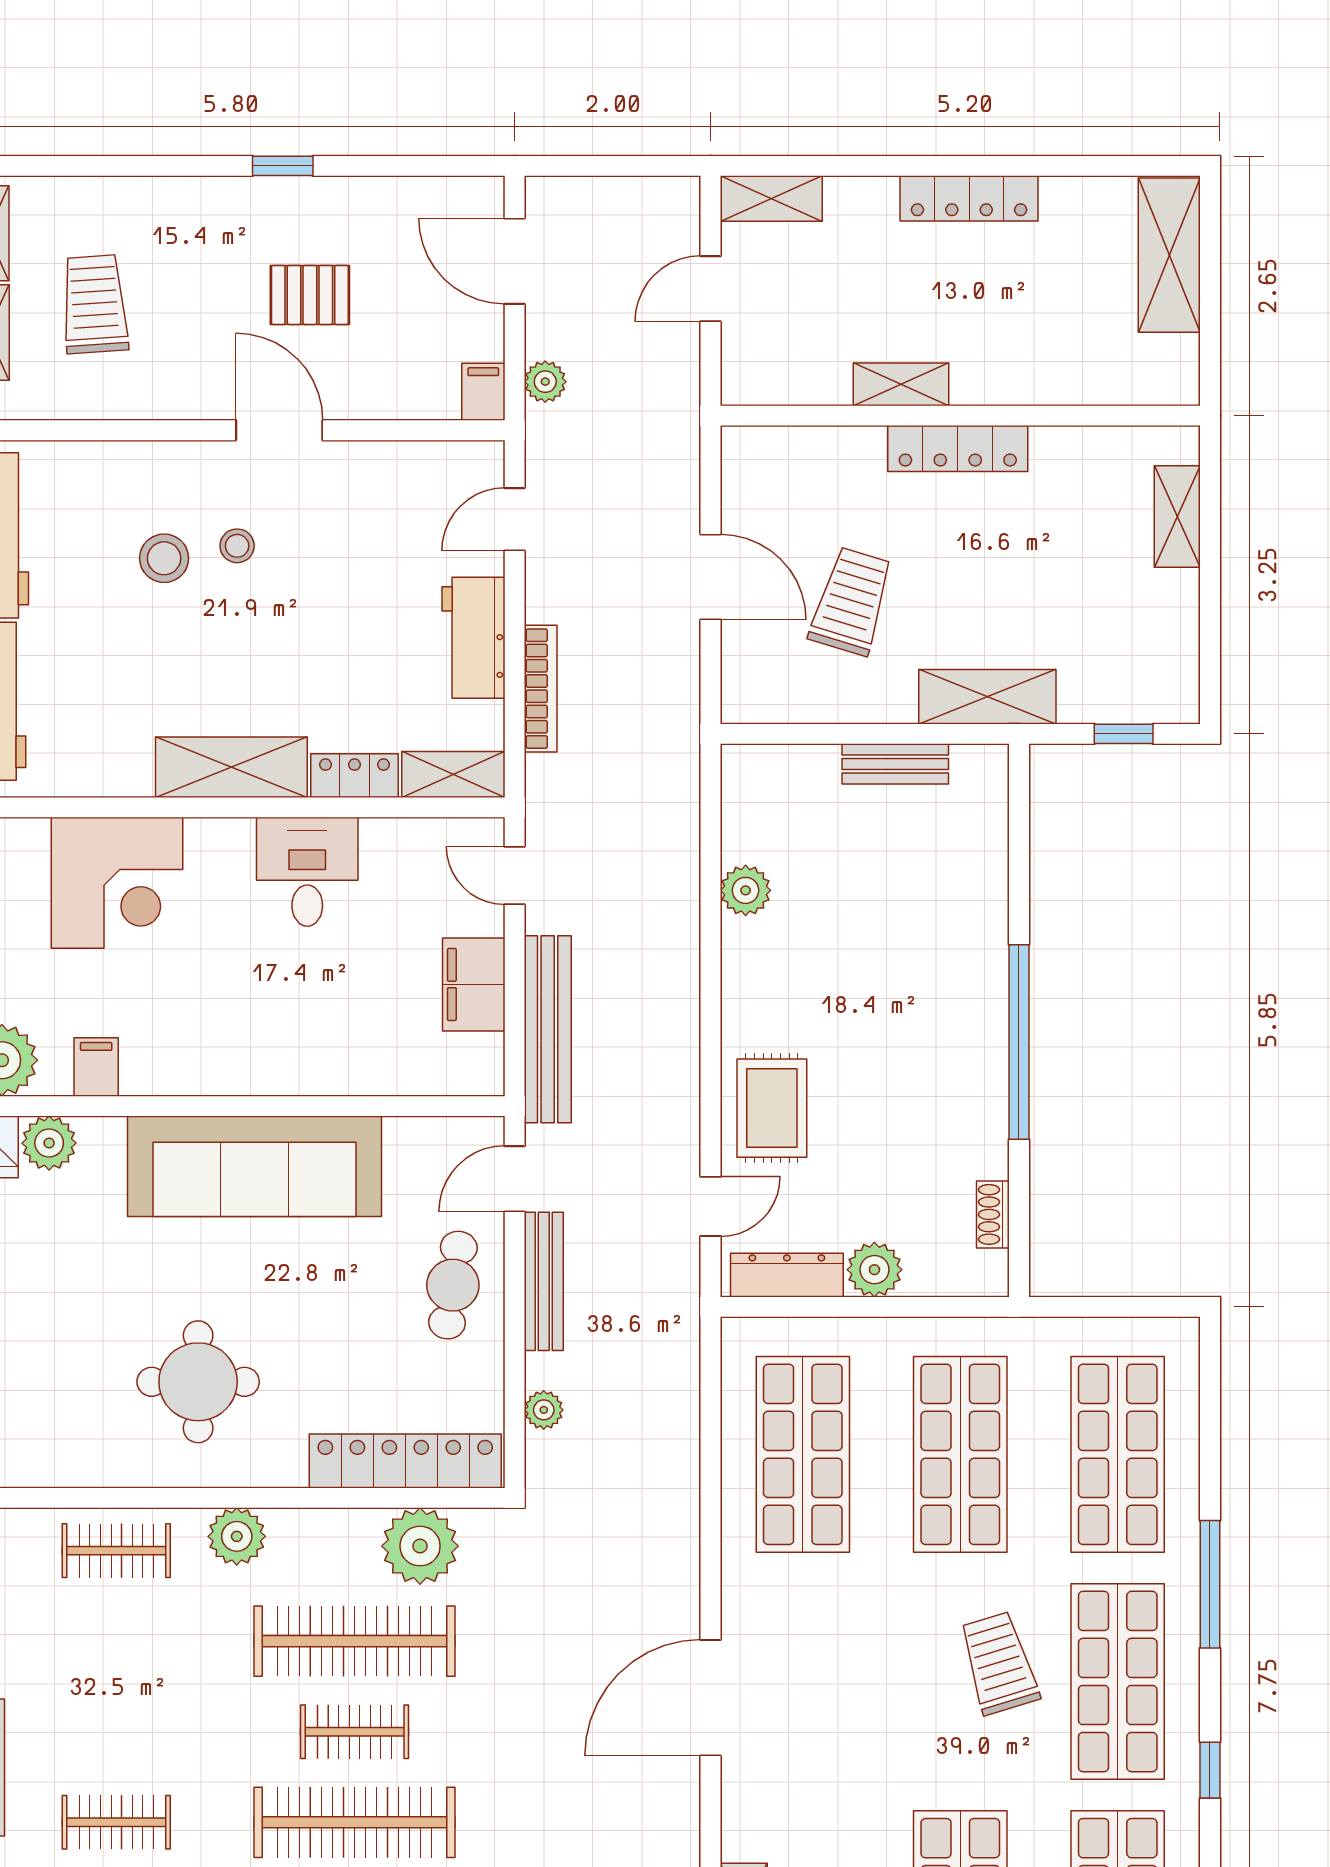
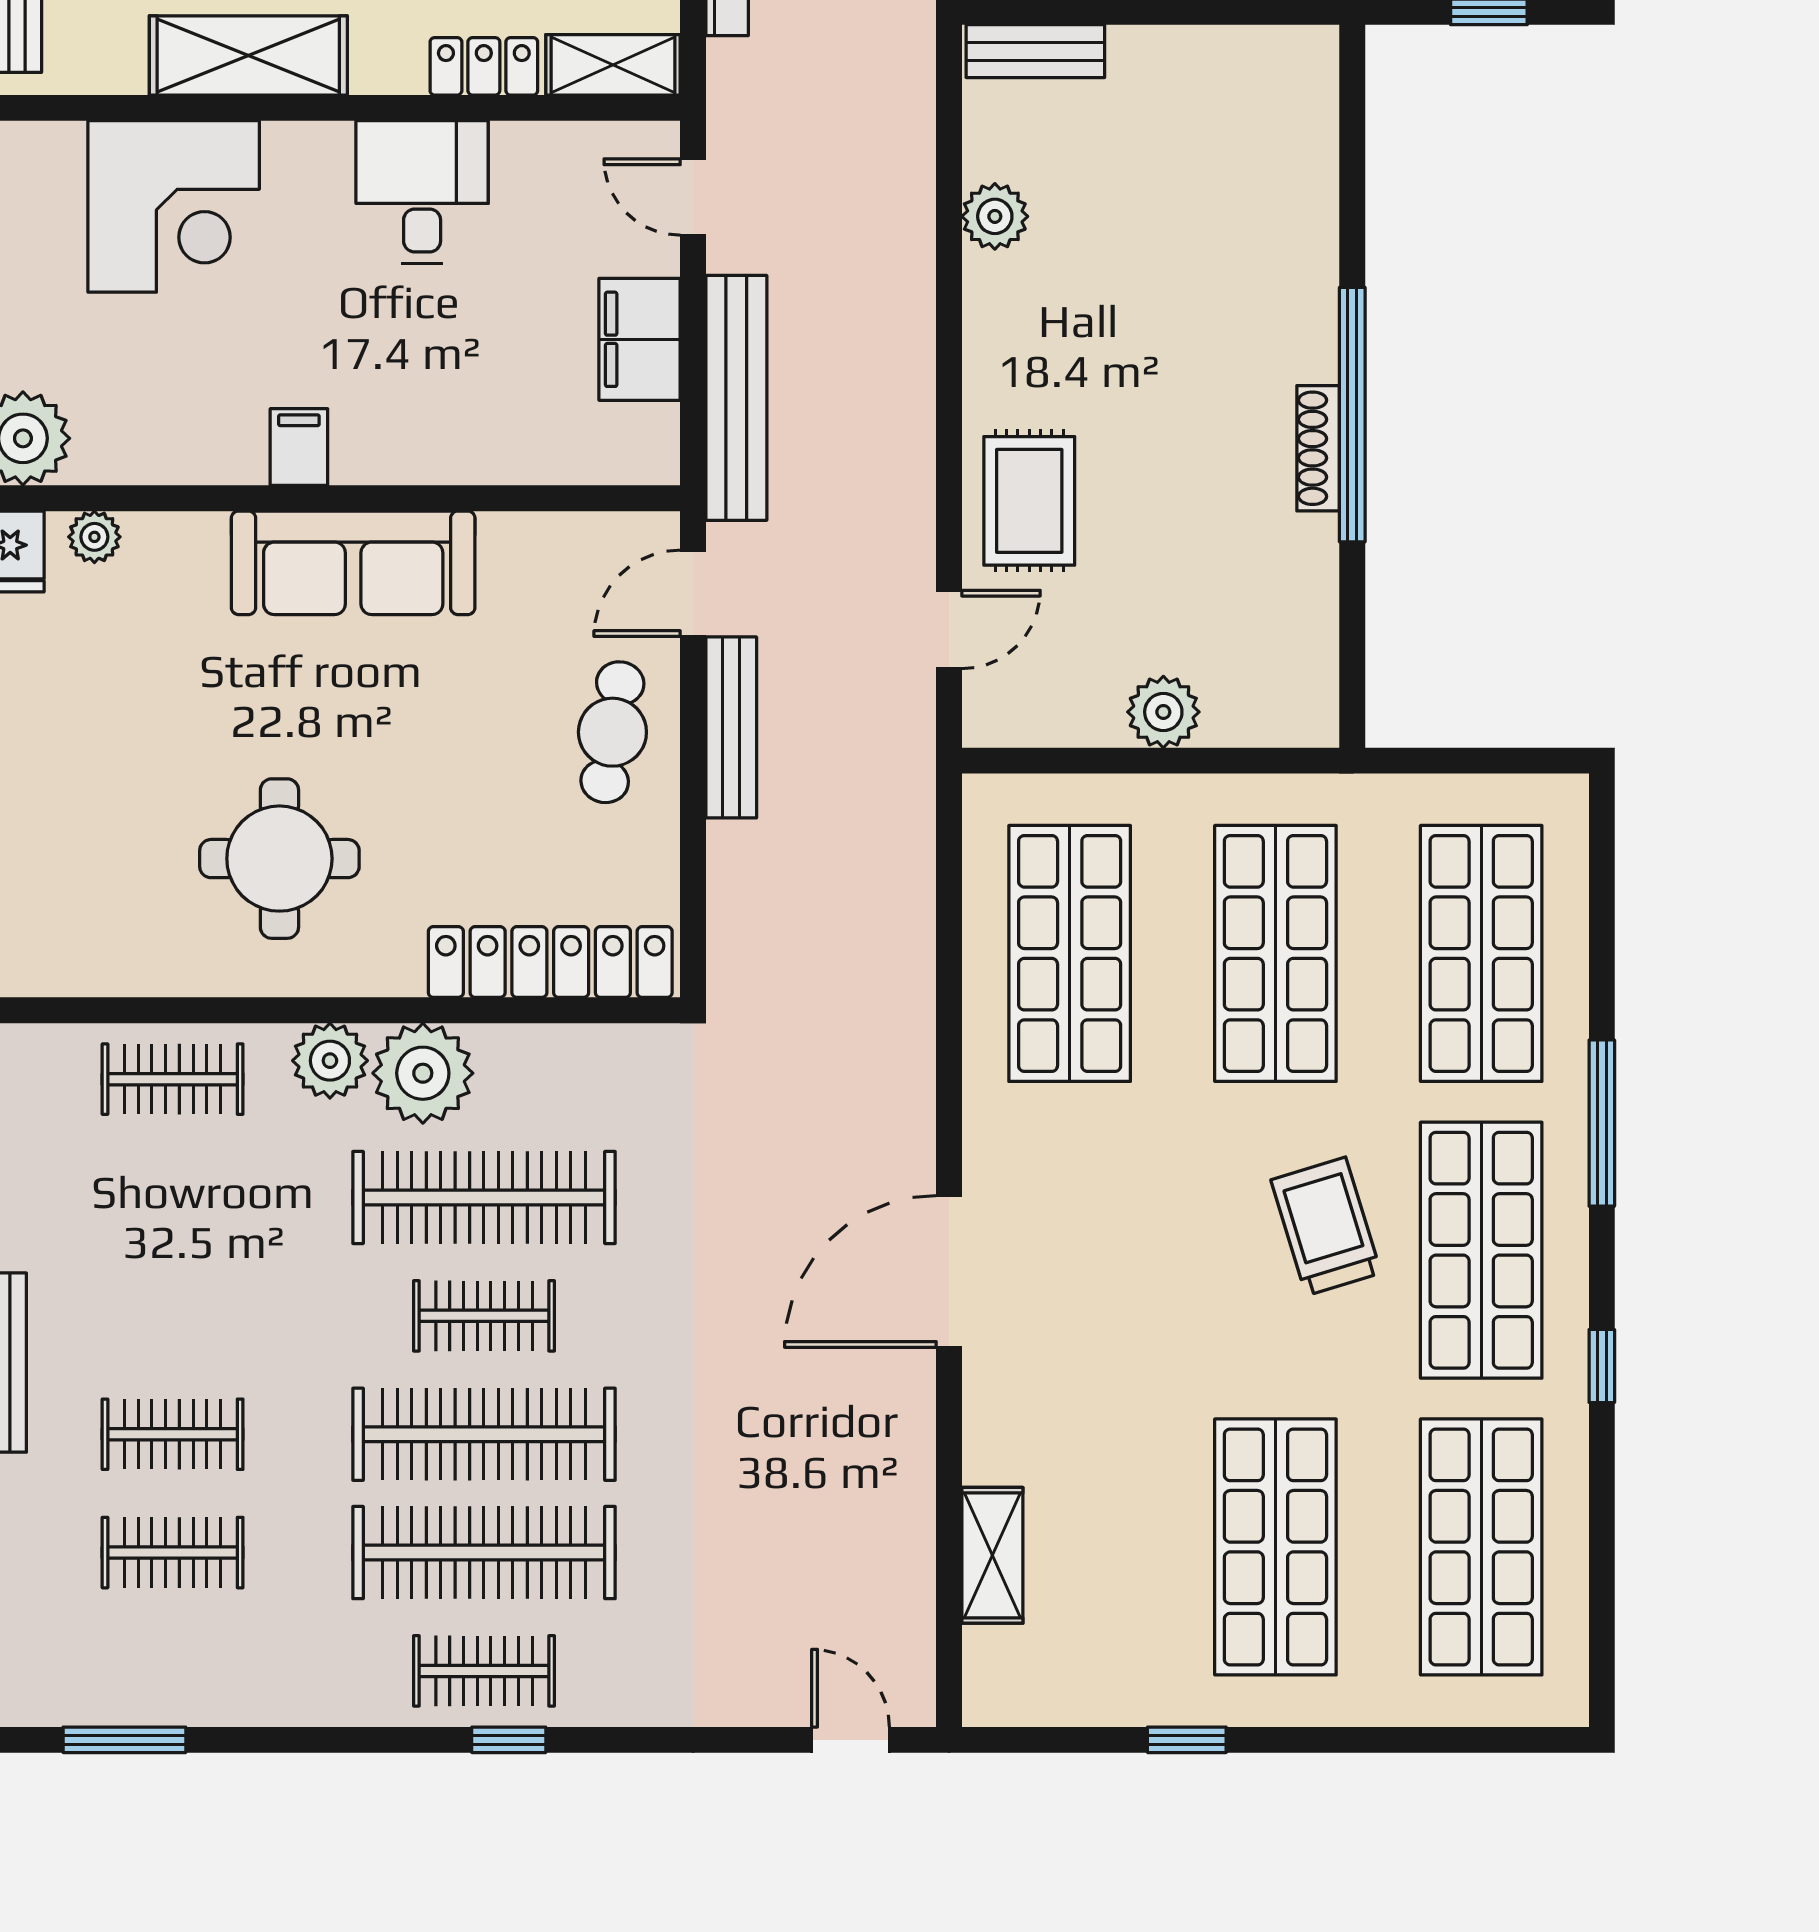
bench: (895, 764) -> (1035, 51), moved
shelving: (231, 767) -> (248, 55), moved
filing cabinet: (96, 1067) -> (299, 447), moved
plant: (49, 1143) -> (94, 537), width x0.73, depth x0.73
sofa: (255, 1166) -> (353, 563), width x0.74, depth x0.79
shoe rack: (993, 1214) -> (1318, 448), moved, width x1.43
dresser: (787, 1275) -> (1049, 719), removed
plant: (544, 1410) -> (731, 895), removed
plant: (420, 1546) -> (423, 1073), moved

